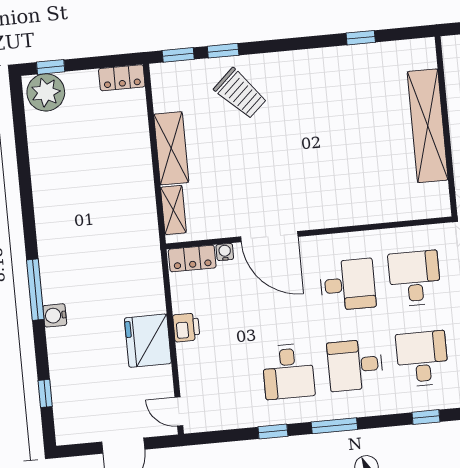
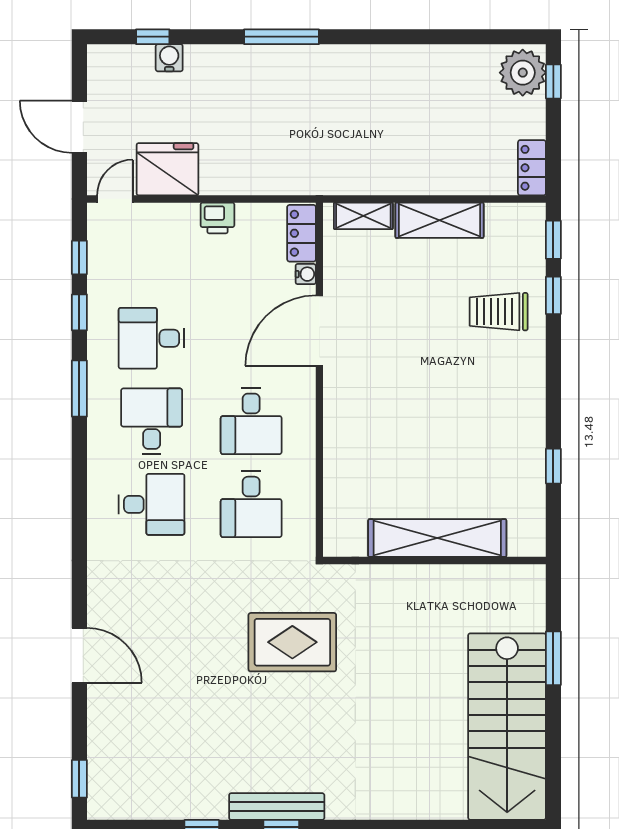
trolley: (240, 94) -> (499, 312), turned 43
desk: (415, 278) -> (251, 504), turned 90
water cooler: (55, 315) -> (169, 58), moved
fridge: (148, 341) -> (167, 169), moved
window: (426, 417) -> (79, 257), moved

